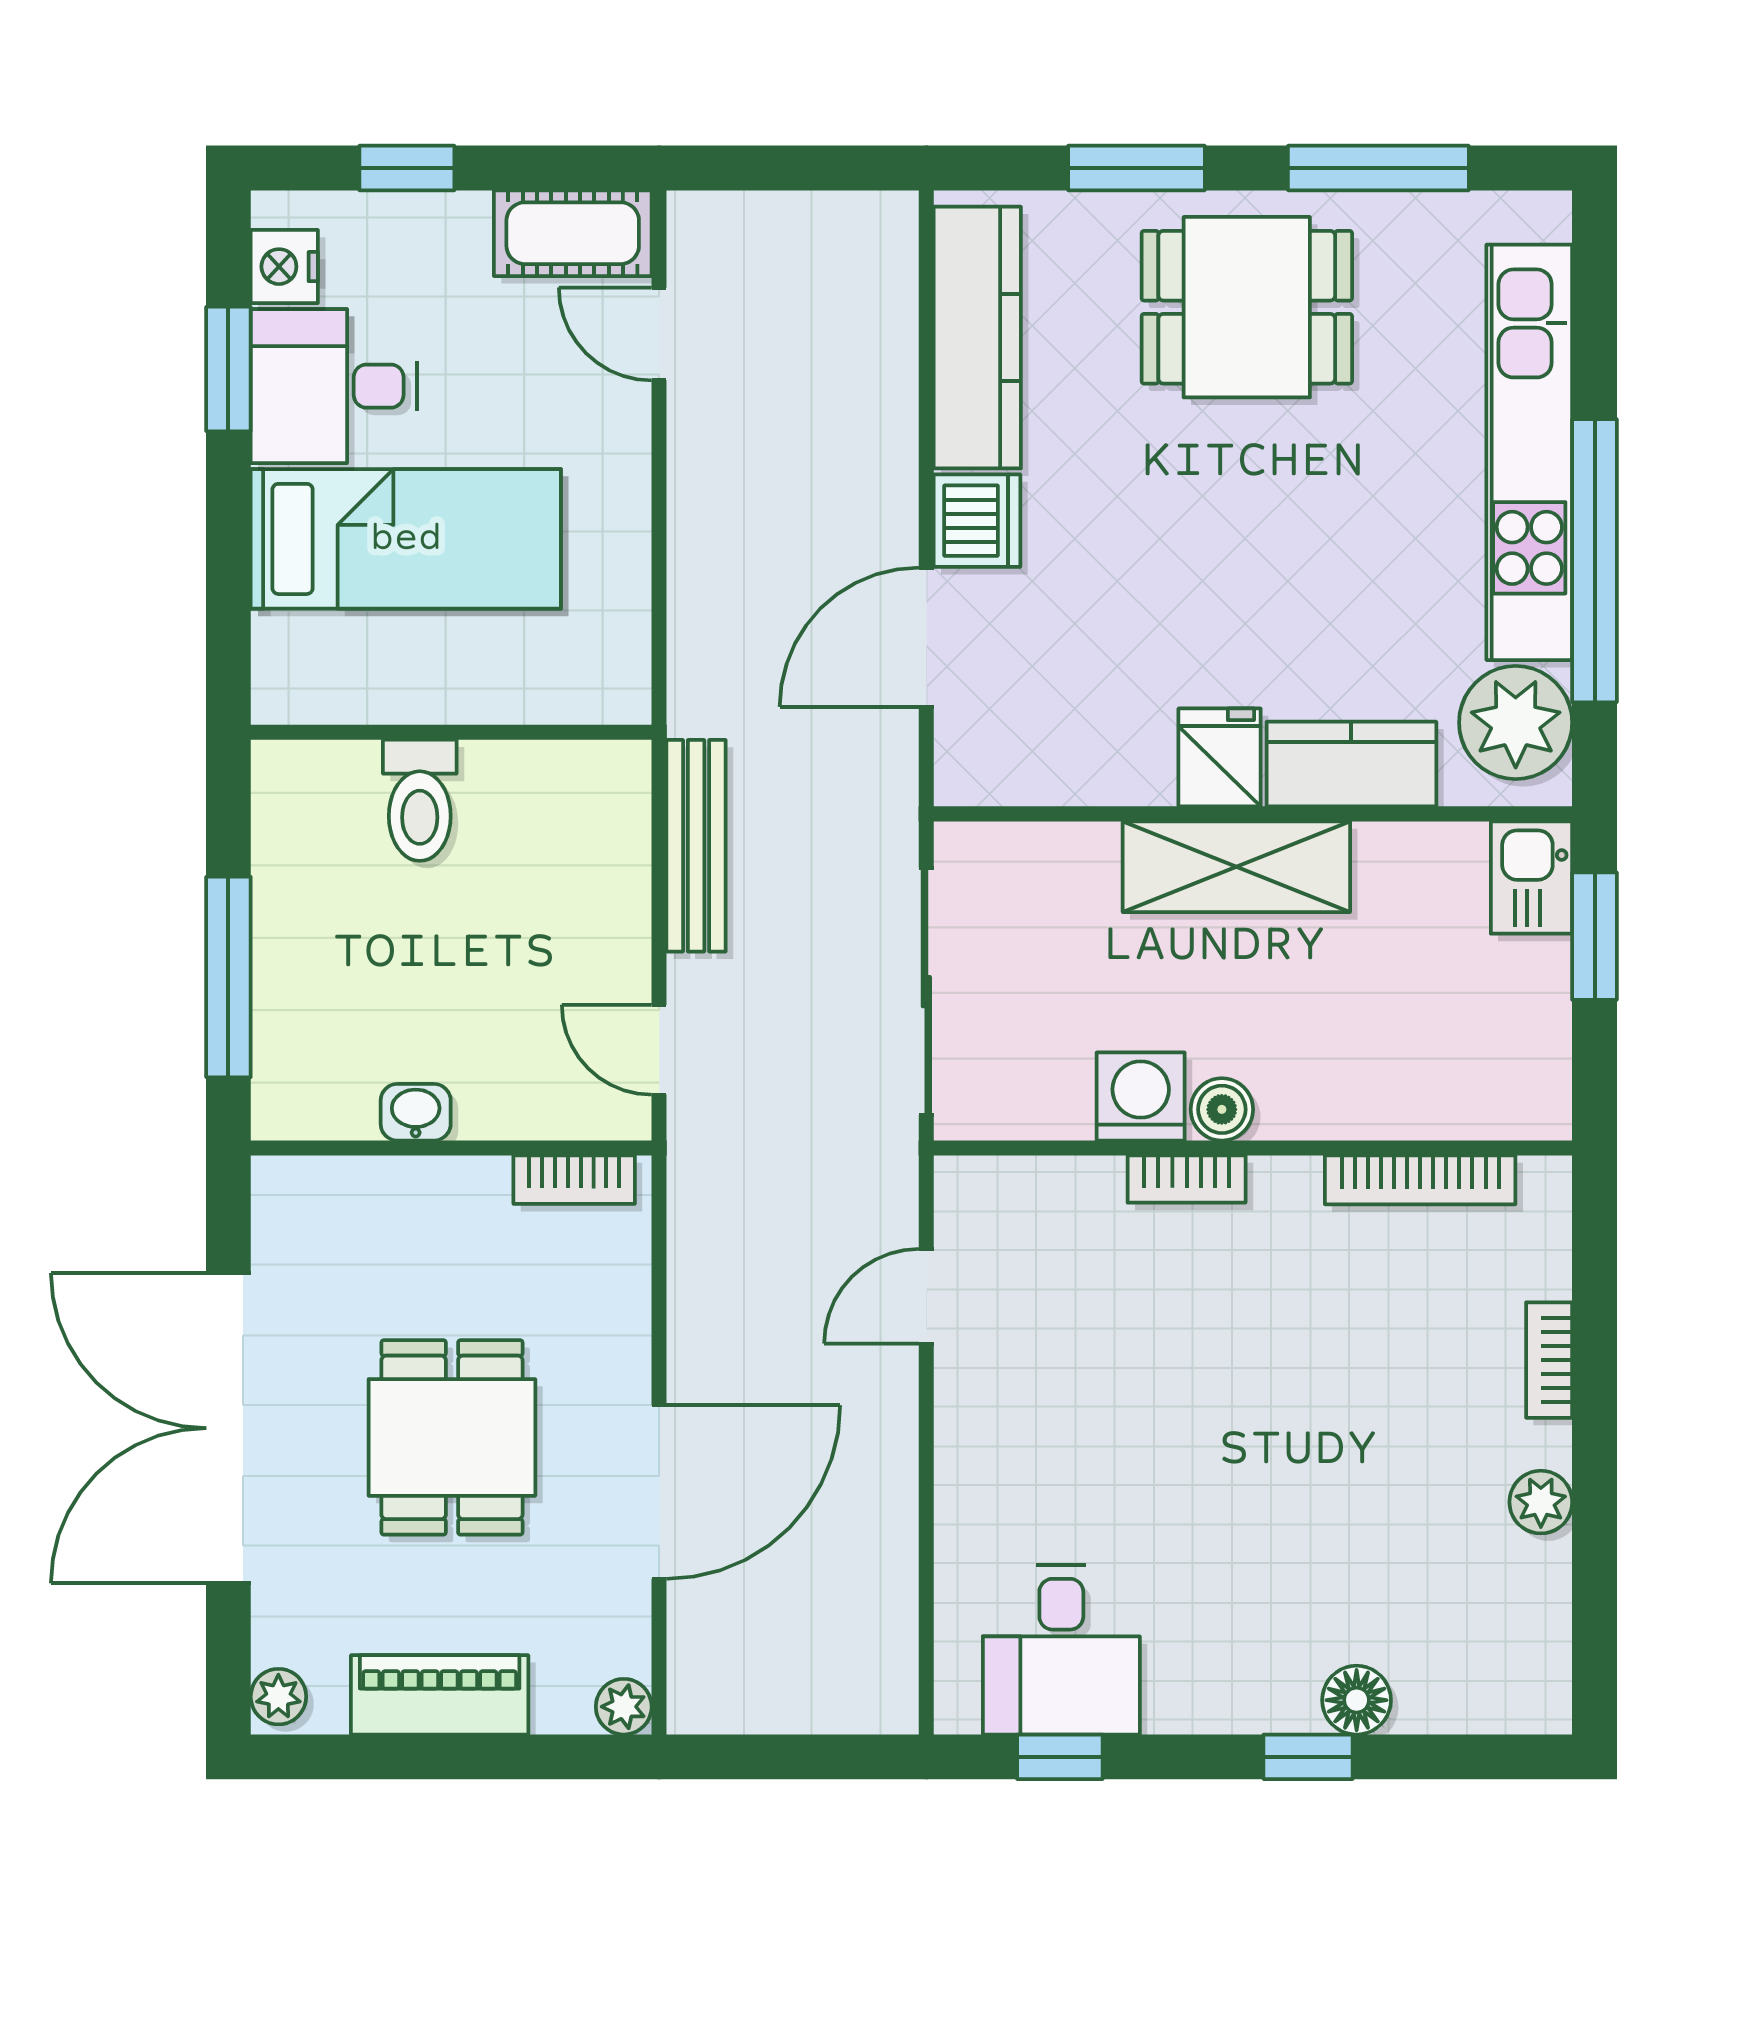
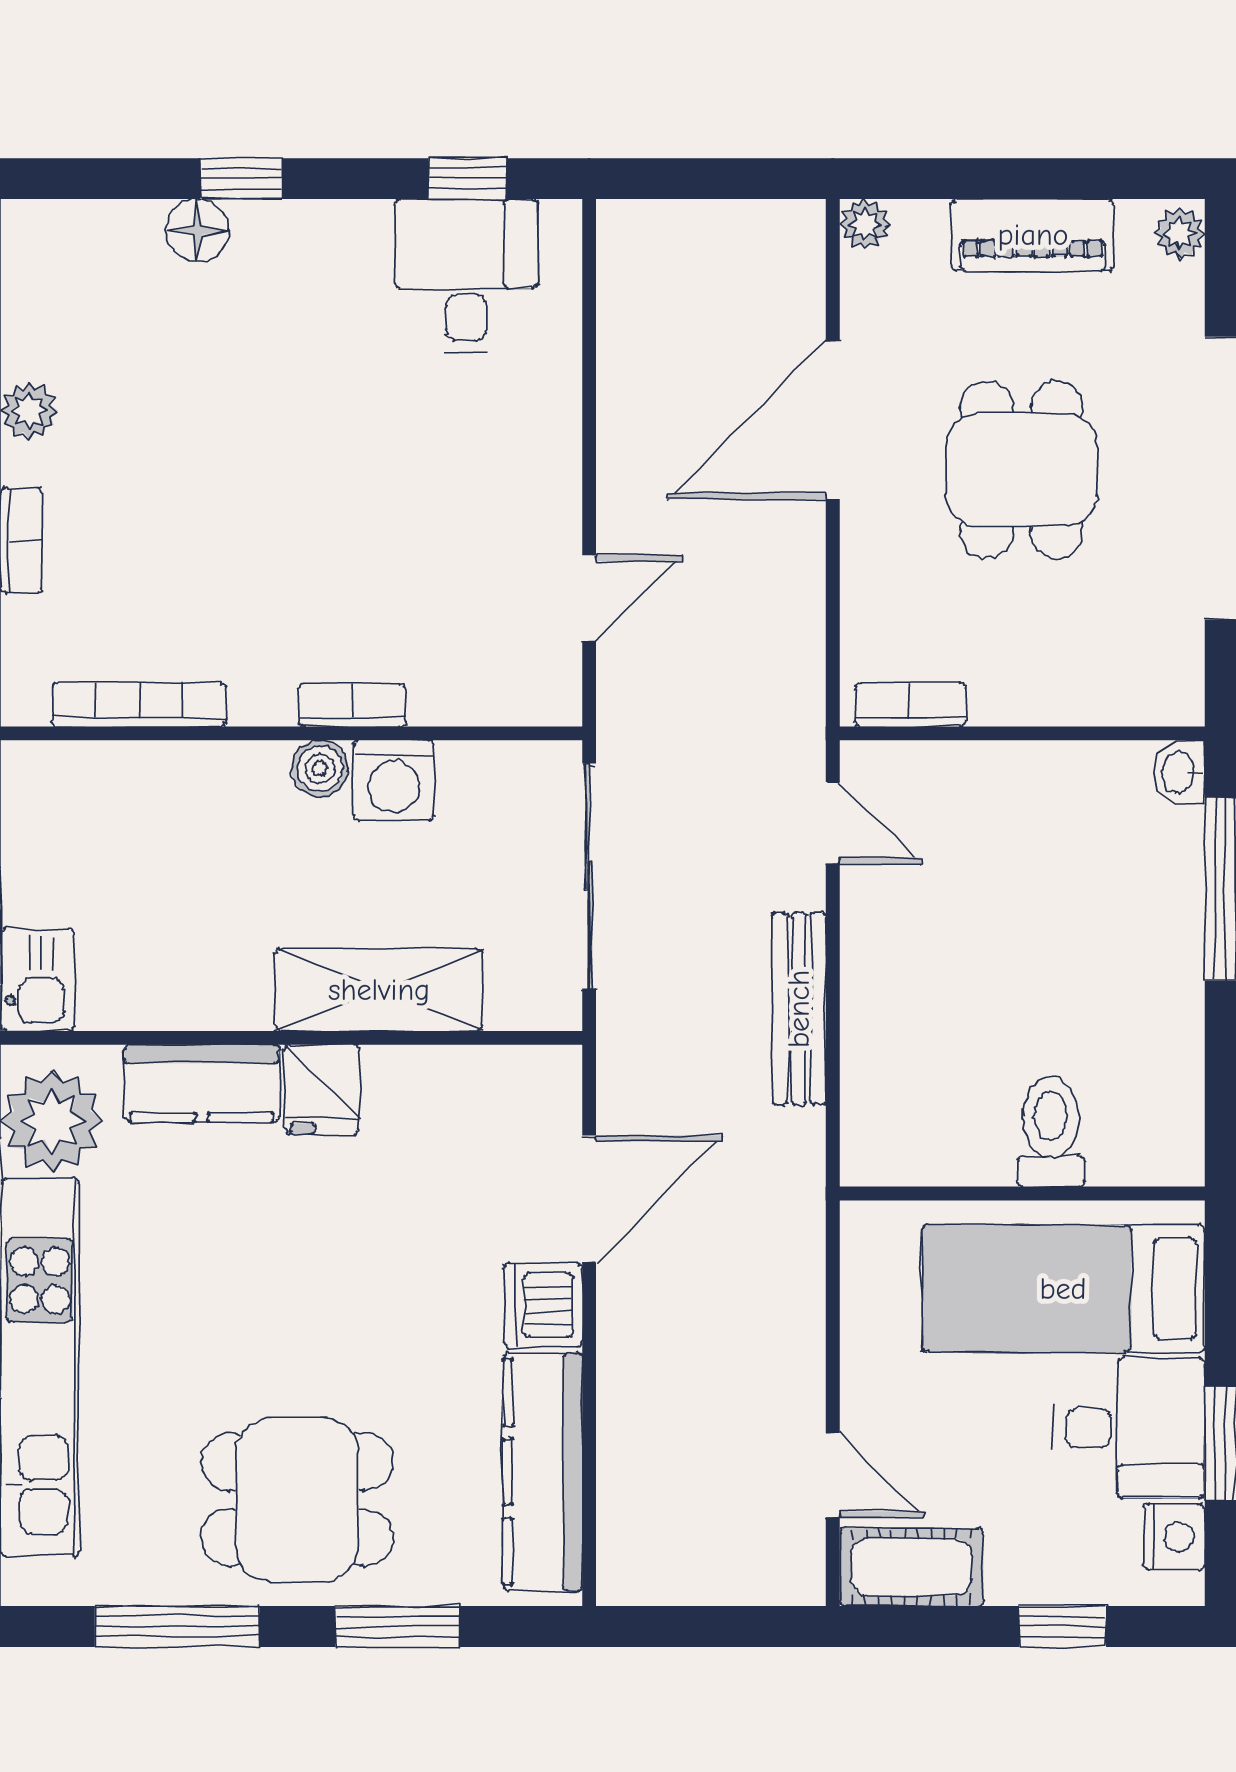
wall: (451, 732) -> (1022, 1194), moved
toilet: (420, 800) -> (1051, 1131), moved
shelving: (1236, 867) -> (379, 990), moved
washbasin: (416, 1112) -> (1179, 772), moved, turned 90

